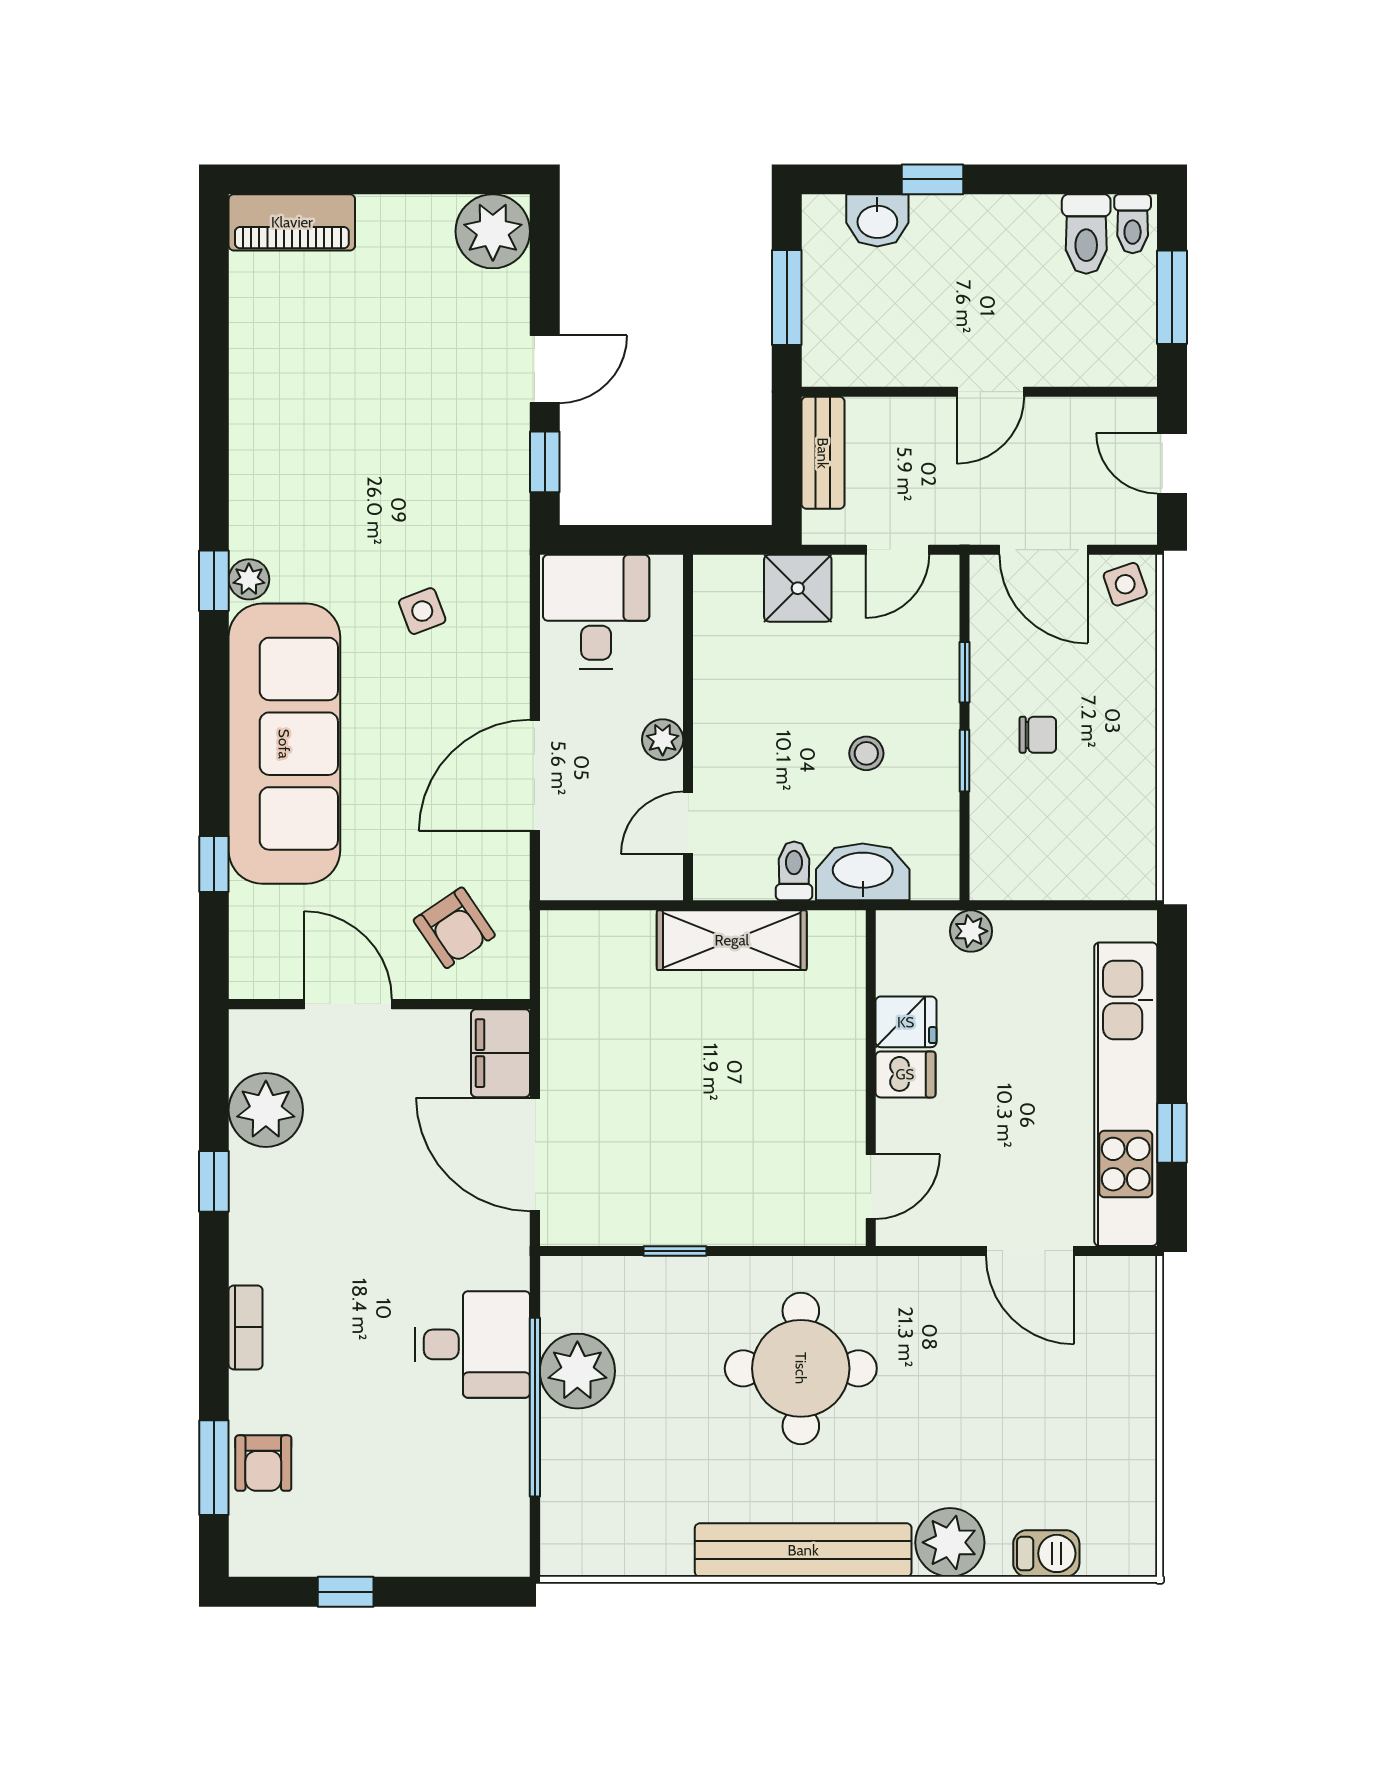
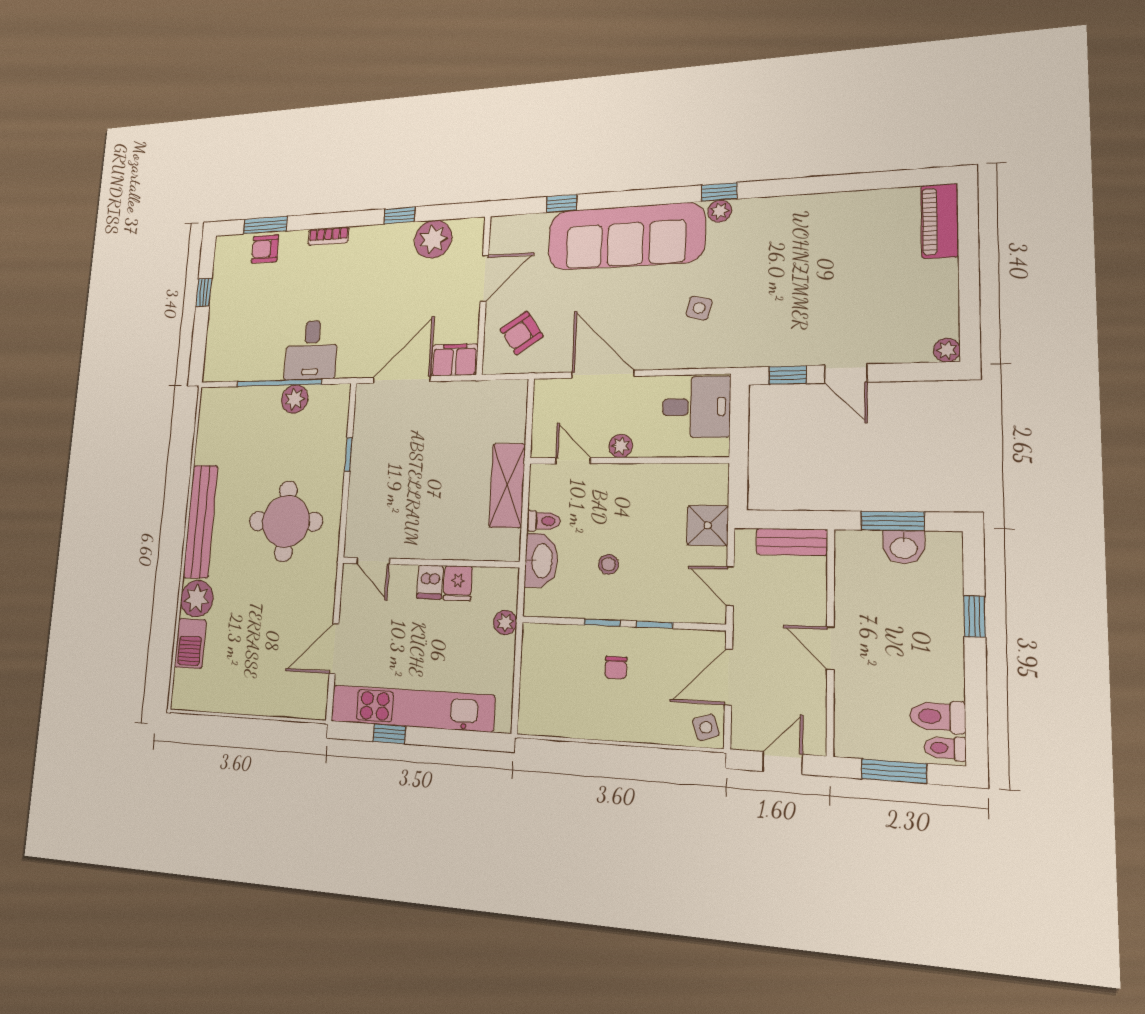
washbasin: (877, 220) -> (904, 547), moved, turned -90
plant: (493, 231) -> (947, 350), width x0.53, depth x0.53
side table: (422, 611) -> (699, 308), turned 34
plant: (577, 1371) -> (295, 399), width x0.73, depth x0.73
barbecue: (1046, 1553) -> (190, 643), width x1.38, depth x1.27

